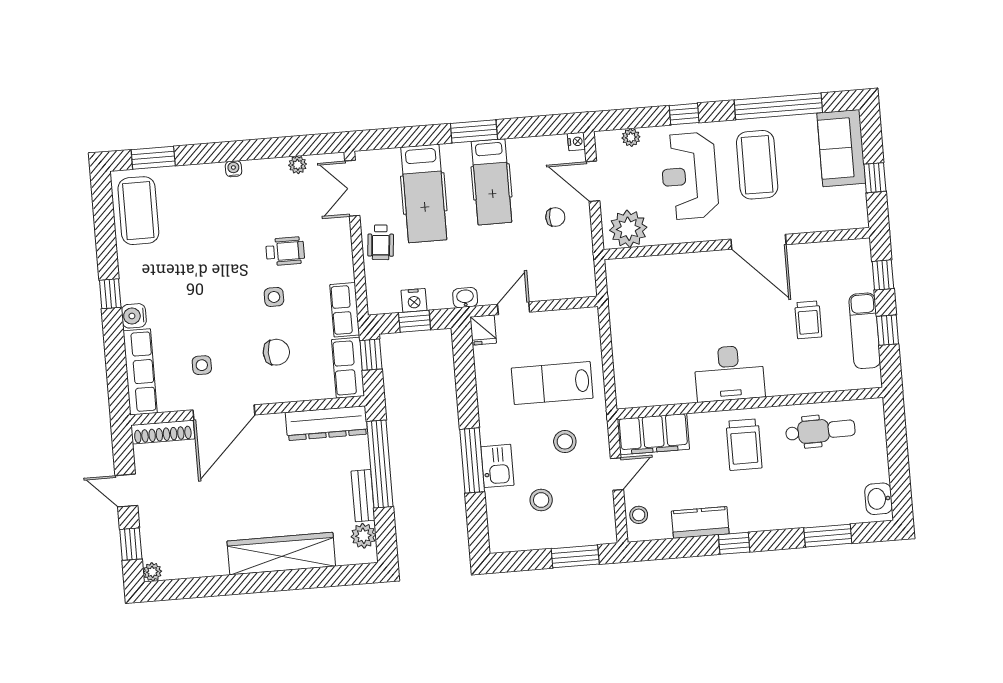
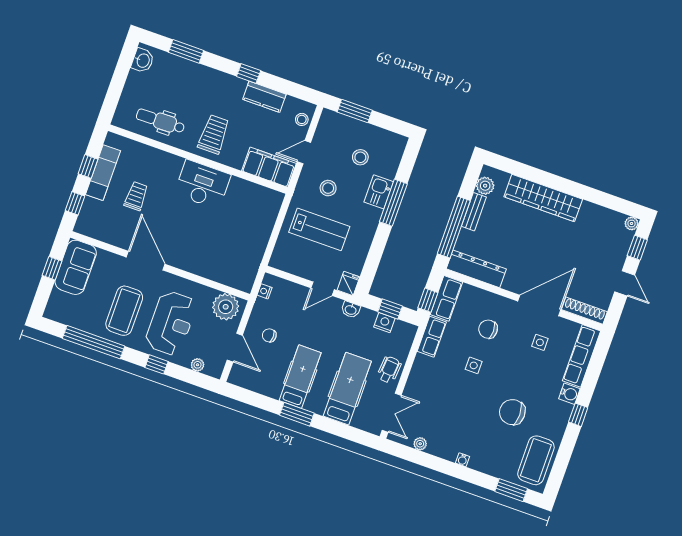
nightstand: (576, 141) -> (265, 291), moved
sofa: (841, 148) -> (76, 267), moved
wheelchair: (285, 251) -> (453, 392), removed
chair: (197, 259) -> (512, 412), added

